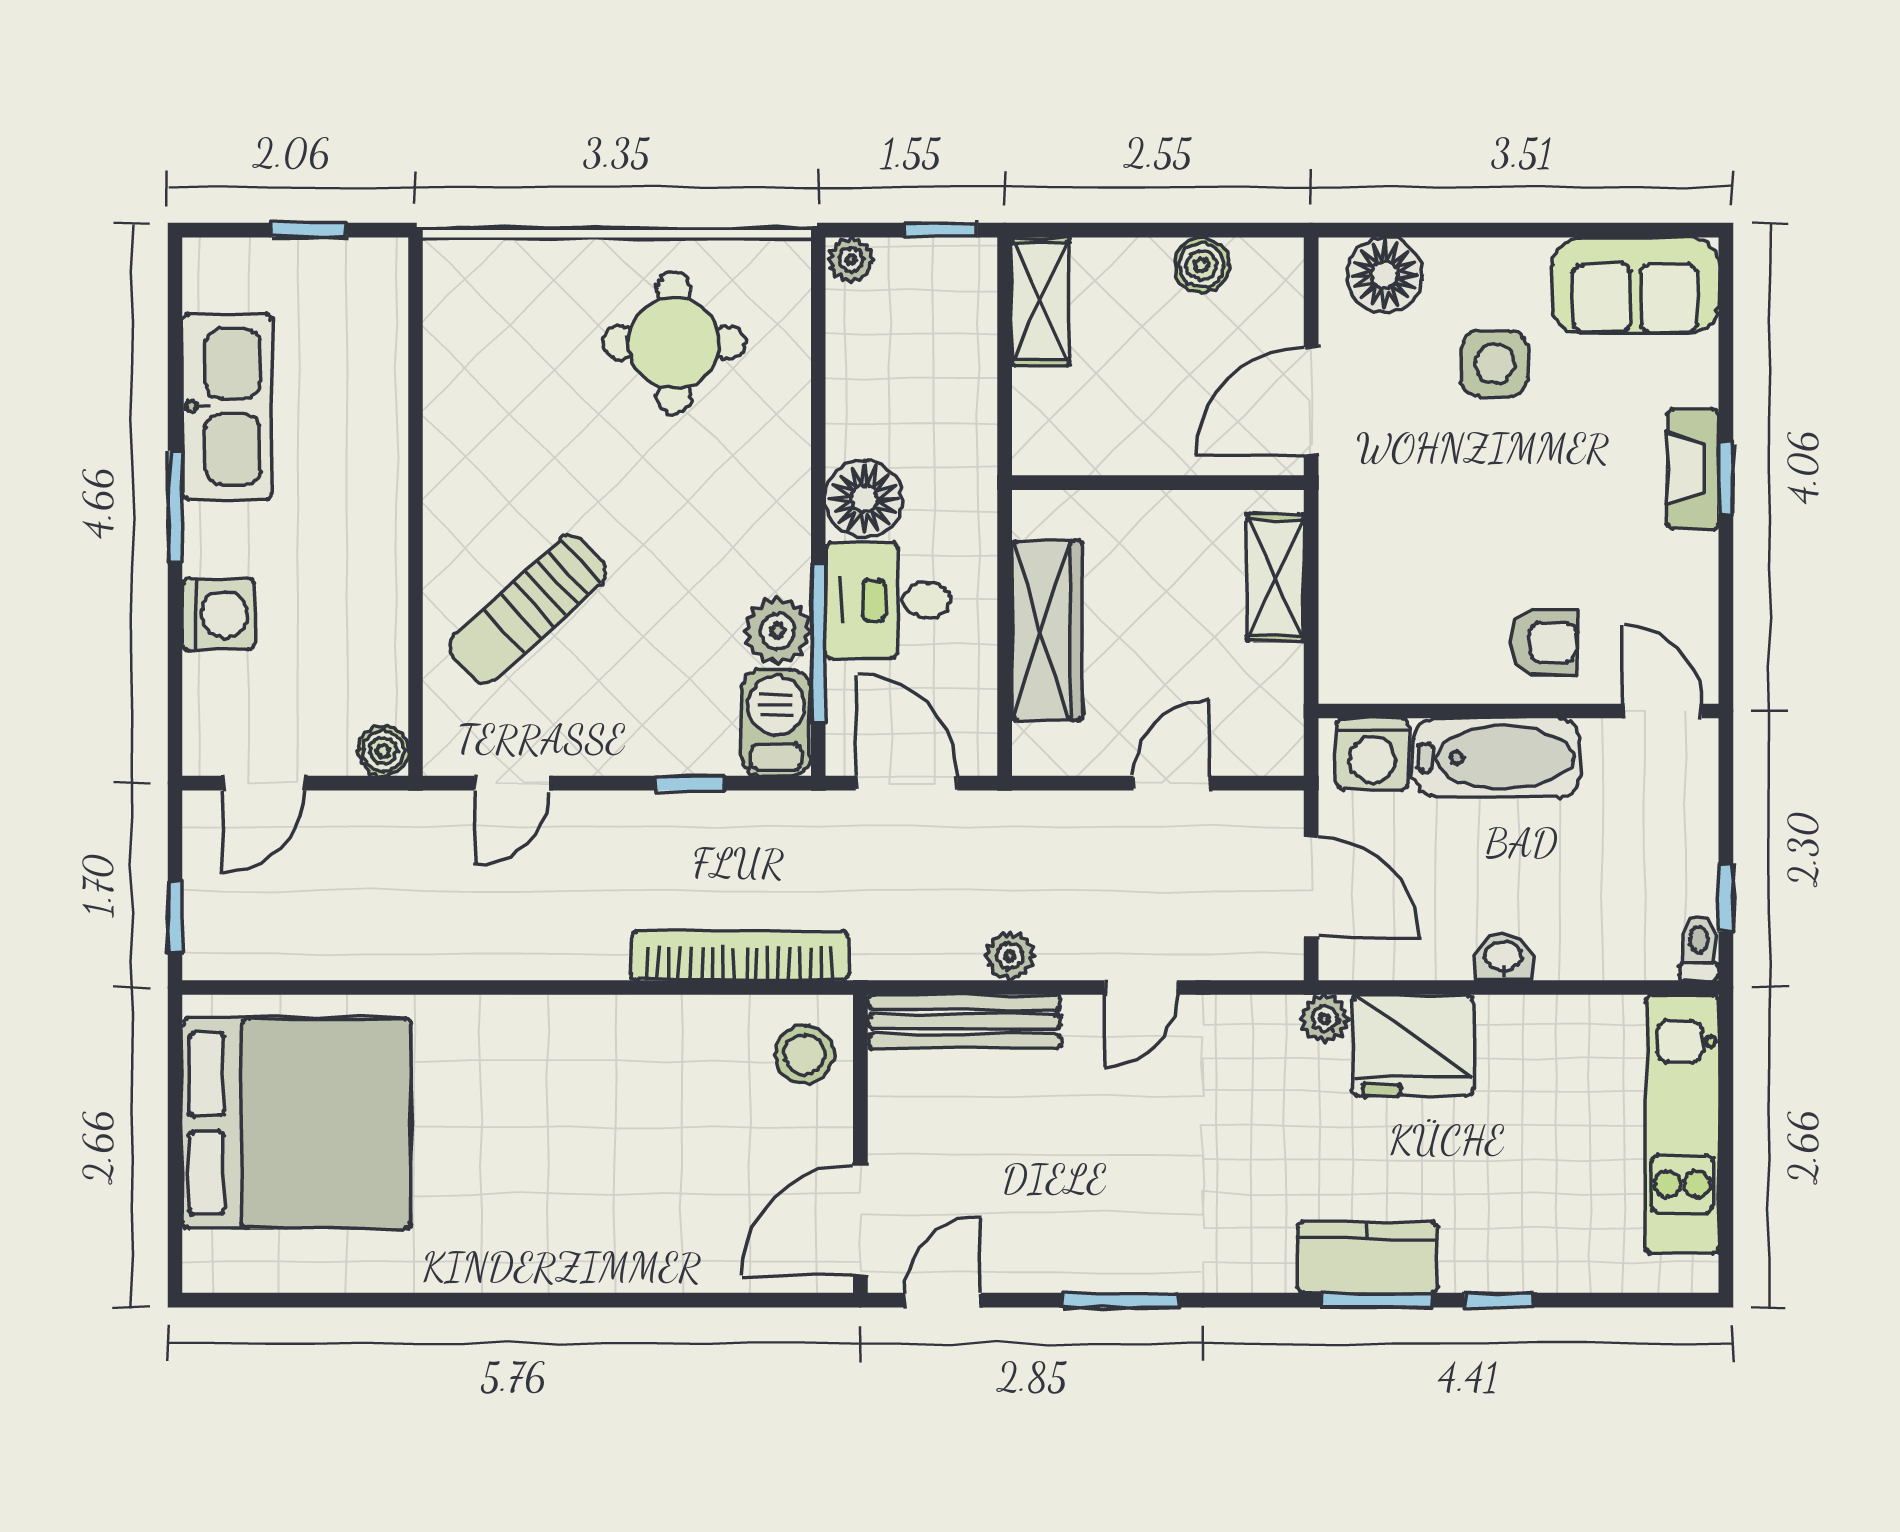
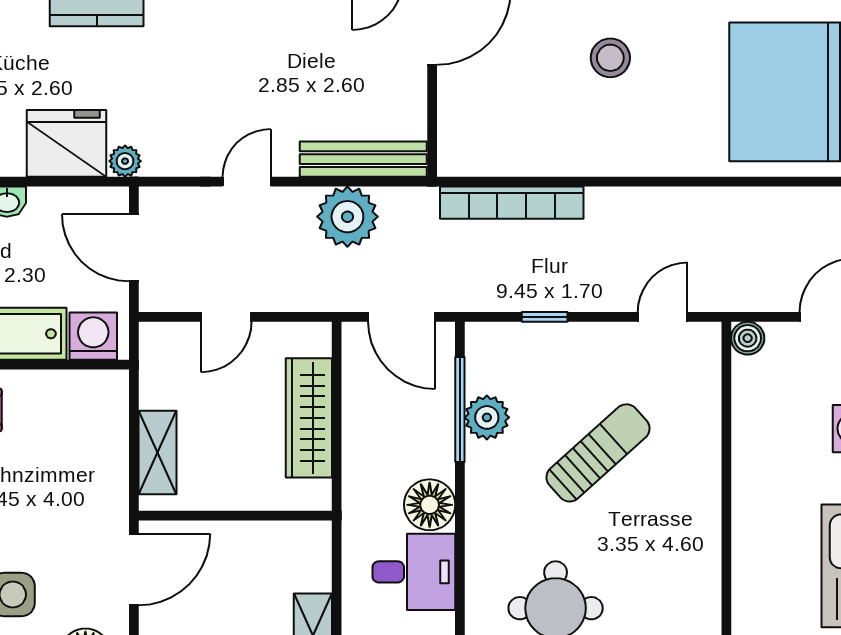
desk: (888, 600) -> (414, 572), moved
sun lounger: (528, 609) -> (598, 453), moved
barbecue: (776, 723) -> (488, 357), removed
plant: (1010, 956) -> (347, 217), width x1.88, depth x1.88
stool: (804, 1054) -> (610, 58), moved

